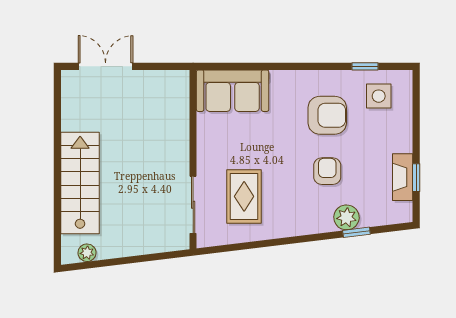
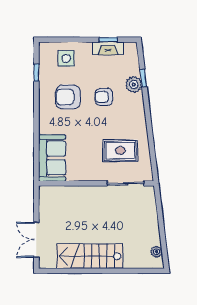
side table: (379, 96) -> (66, 58), moved
armchair: (327, 115) -> (68, 97), turned -90
stairs: (80, 183) -> (90, 256), moved

